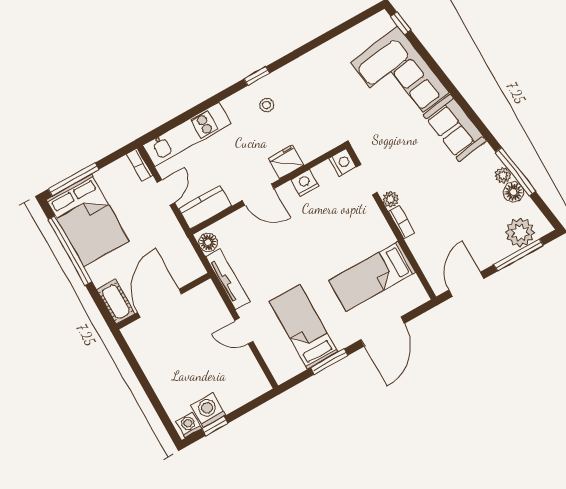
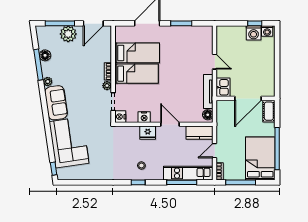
window: (189, 114) -> (182, 182), added
plant: (503, 175) -> (48, 82), moved
window: (74, 179) -> (241, 182), moved
plant: (520, 232) -> (68, 34), moved
kitchen sink: (208, 299) -> (223, 87), added
bed: (304, 327) -> (137, 74), moved, turned -90

